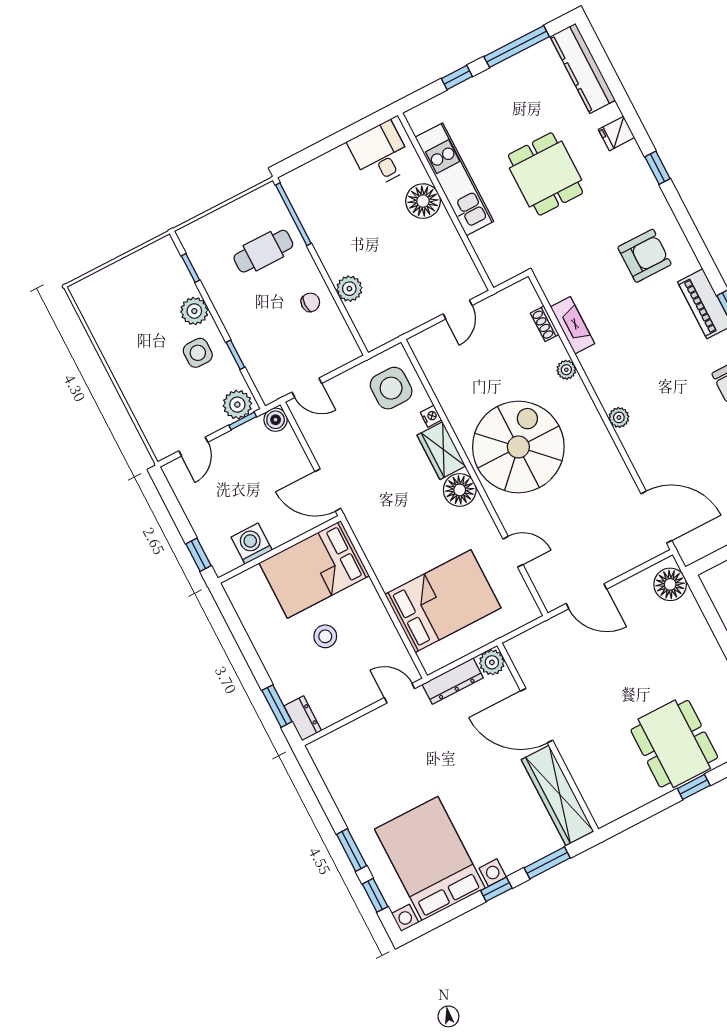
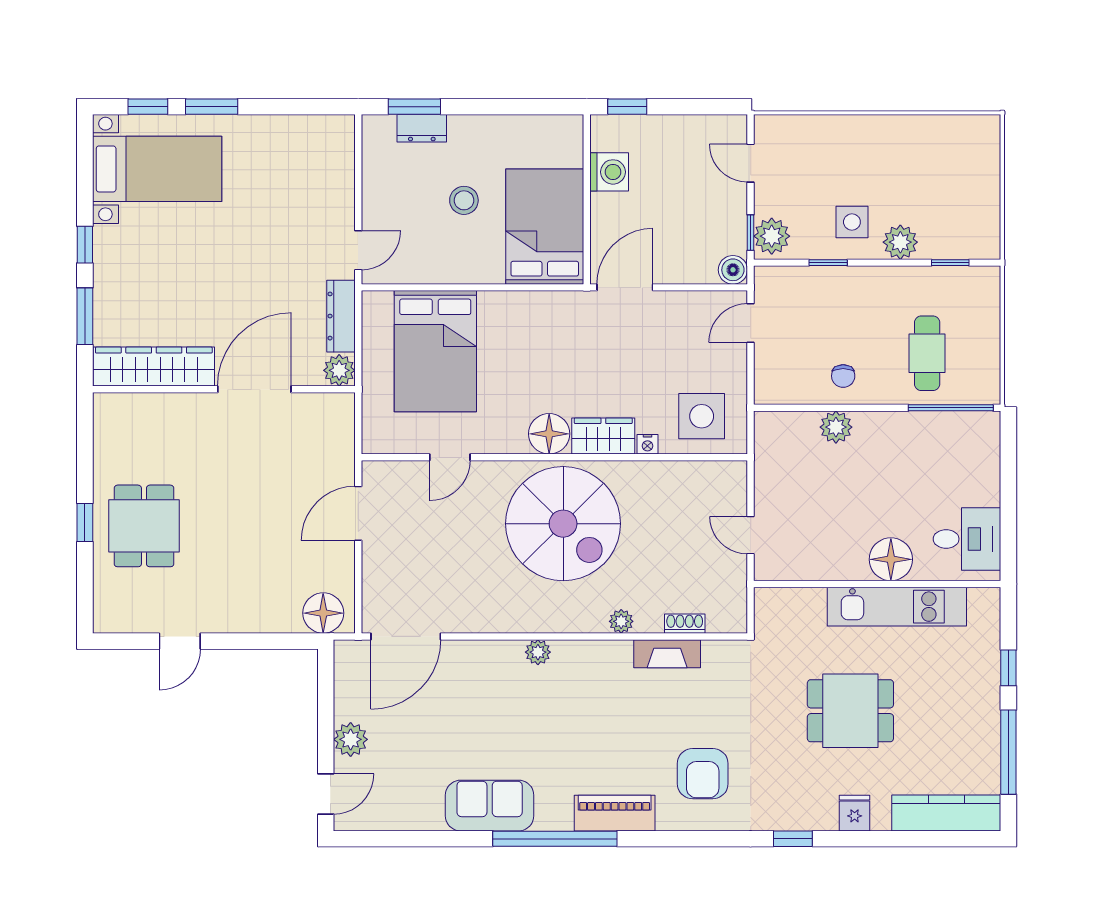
dresser: (303, 718) -> (422, 128), moved
dining table: (674, 744) -> (144, 526), width x0.73
bed with nightstands: (430, 859) -> (157, 169), width x0.73

